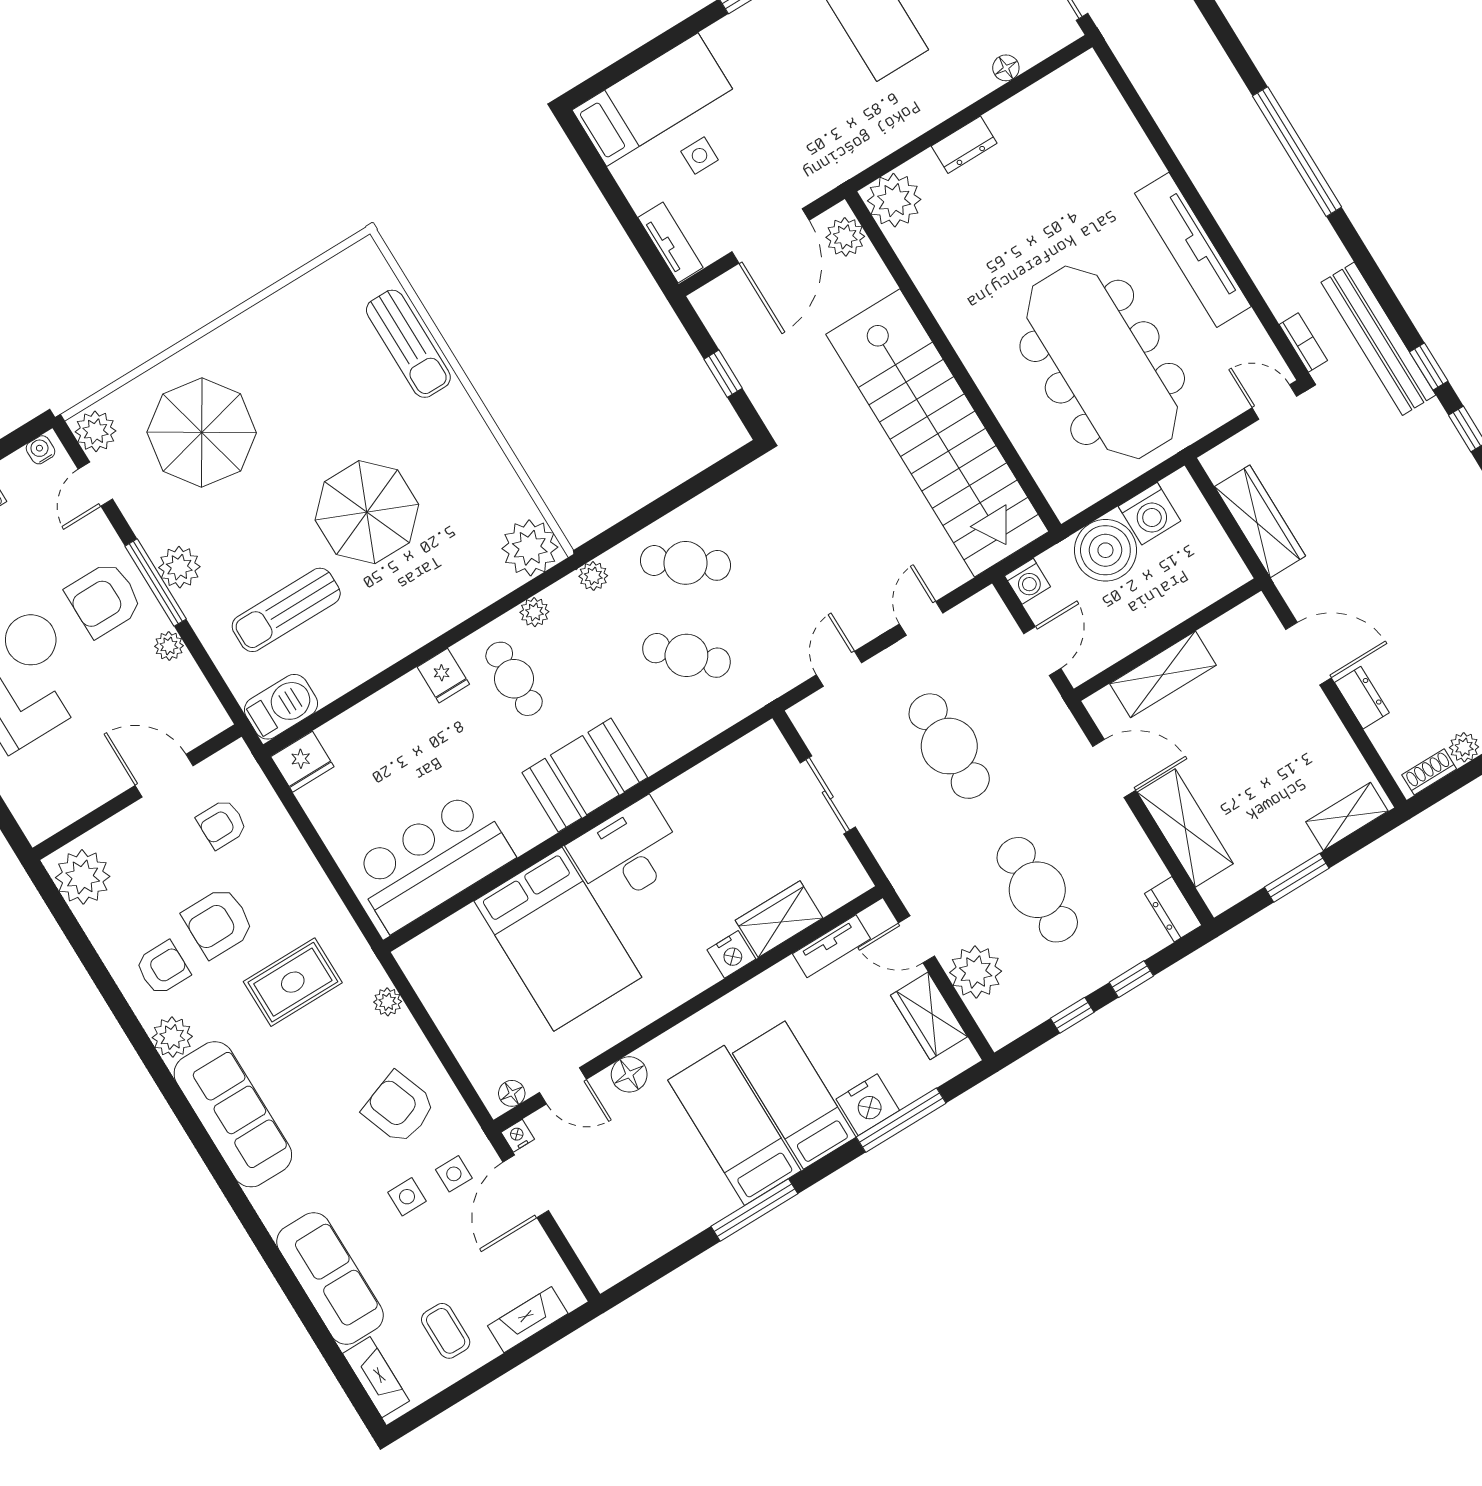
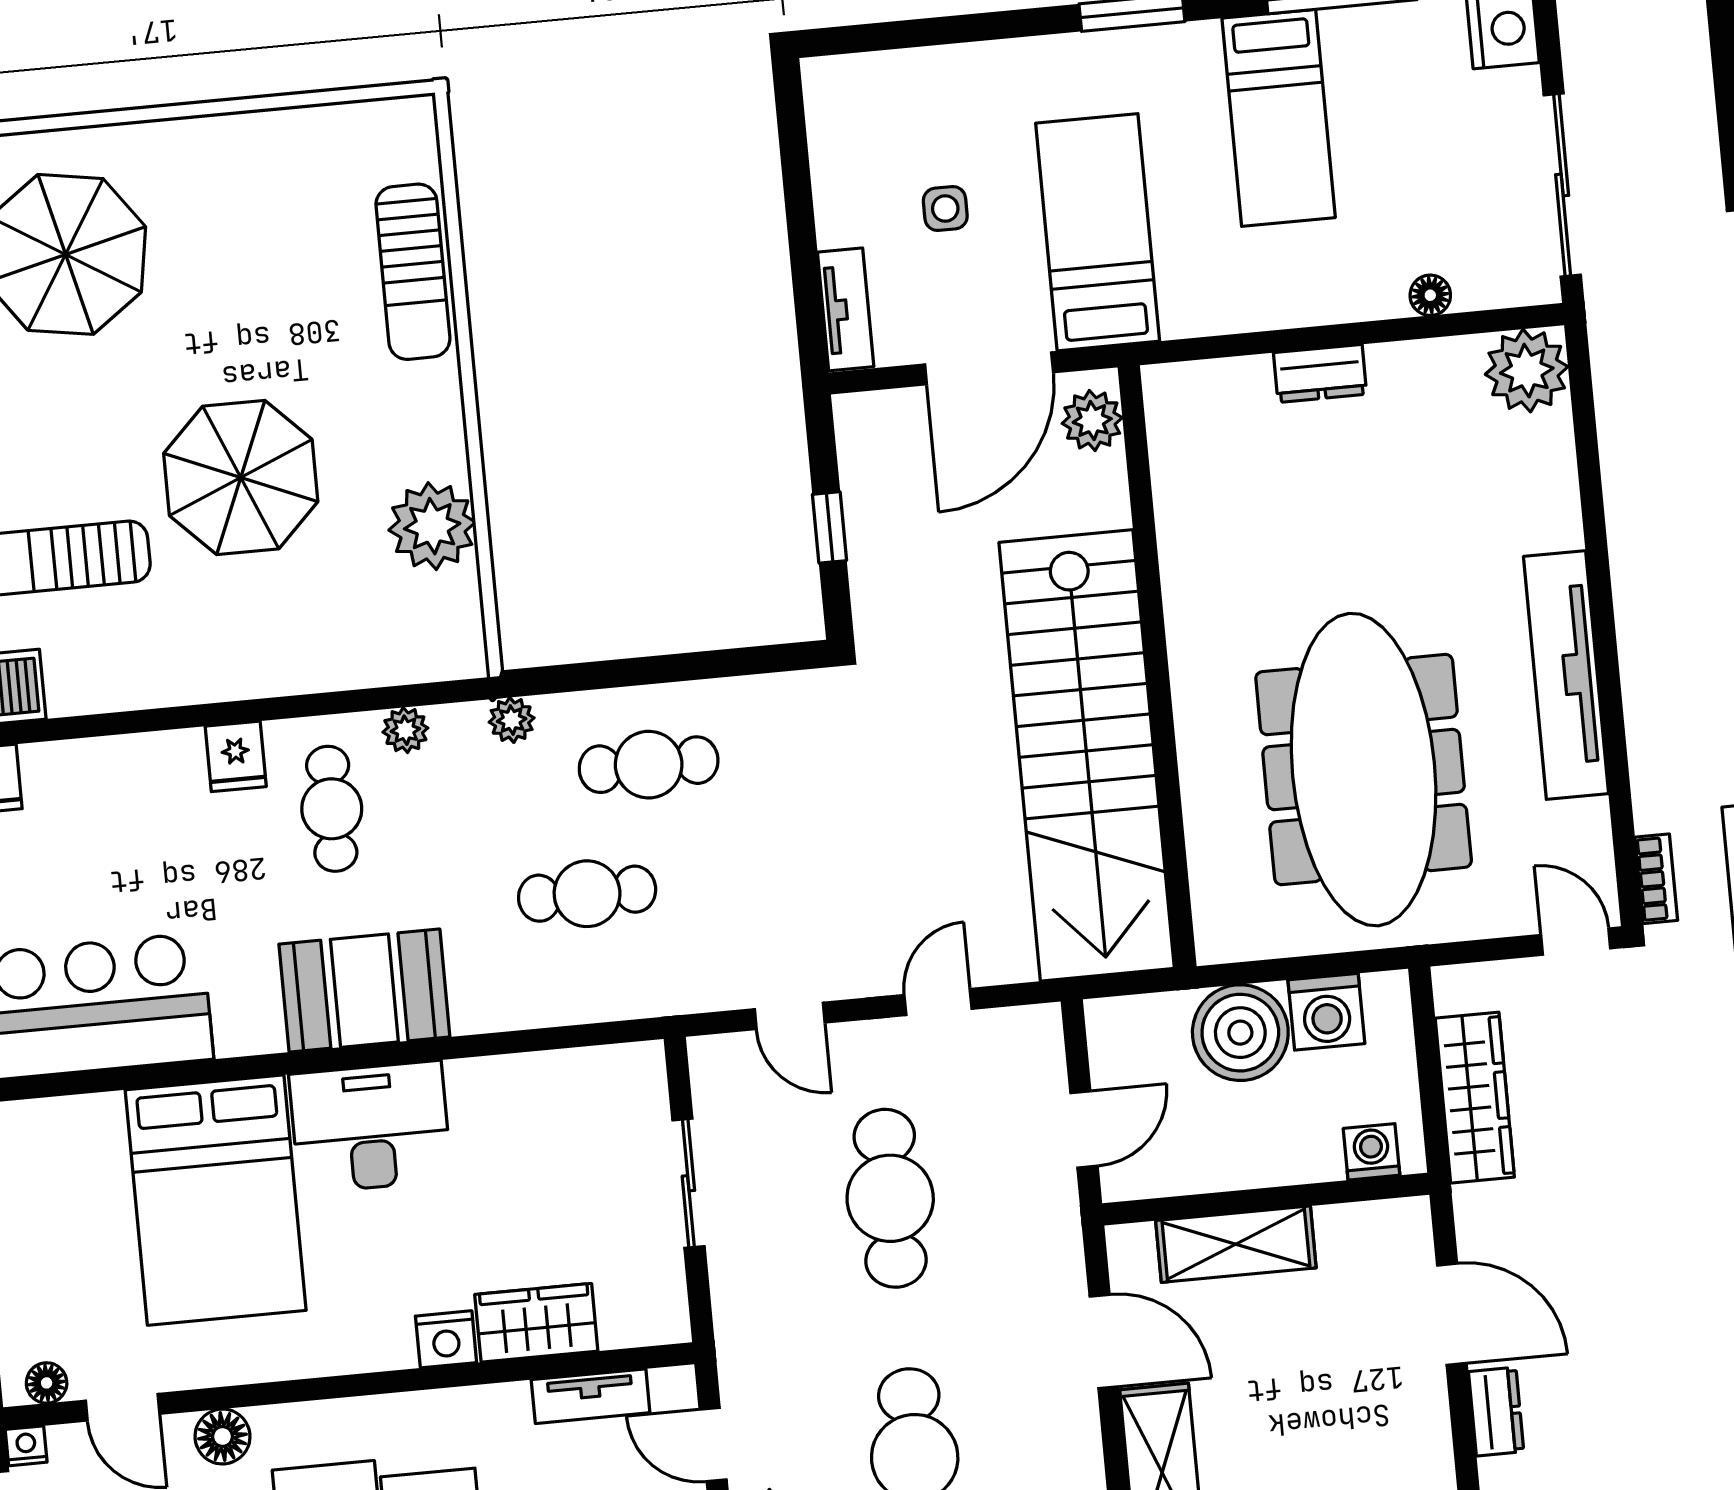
bed: (652, 100) -> (1098, 232), moved, turned -90
plant: (894, 200) -> (1527, 371), moved
plant: (530, 548) -> (432, 526), moved
cafe table: (686, 563) -> (649, 765), turned -36
washing machine: (1028, 581) -> (1371, 1152), moved, turned 180
cafe table: (686, 655) -> (587, 894), turned -45
door: (839, 669) -> (790, 1016), swing flipped

